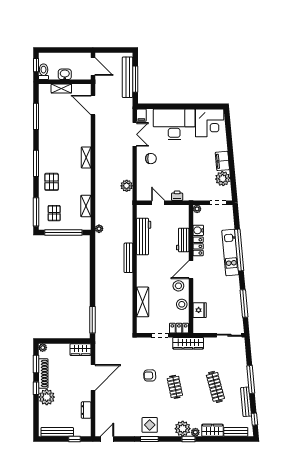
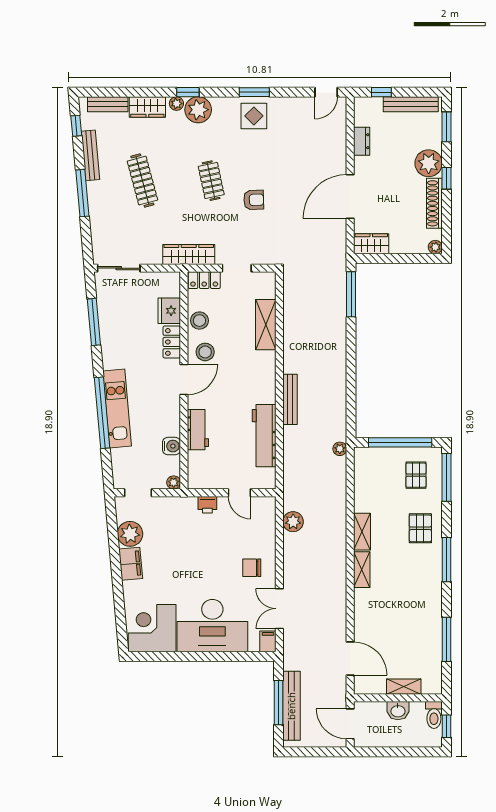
shelving: (86, 206) -> (362, 532), moved
locker: (198, 246) -> (172, 342), moved
window: (36, 364) -> (447, 127), moved

